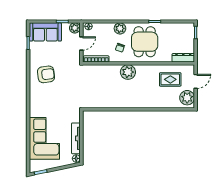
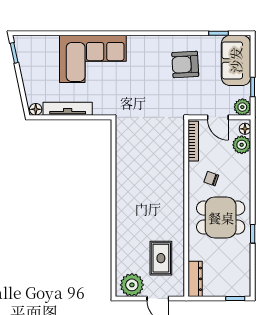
plant: (120, 28) -> (242, 145), moved
plant: (128, 72) -> (173, 191), removed
armchair: (46, 74) -> (185, 64), moved, turned 94
corner sofa: (44, 138) -> (93, 59), moved

